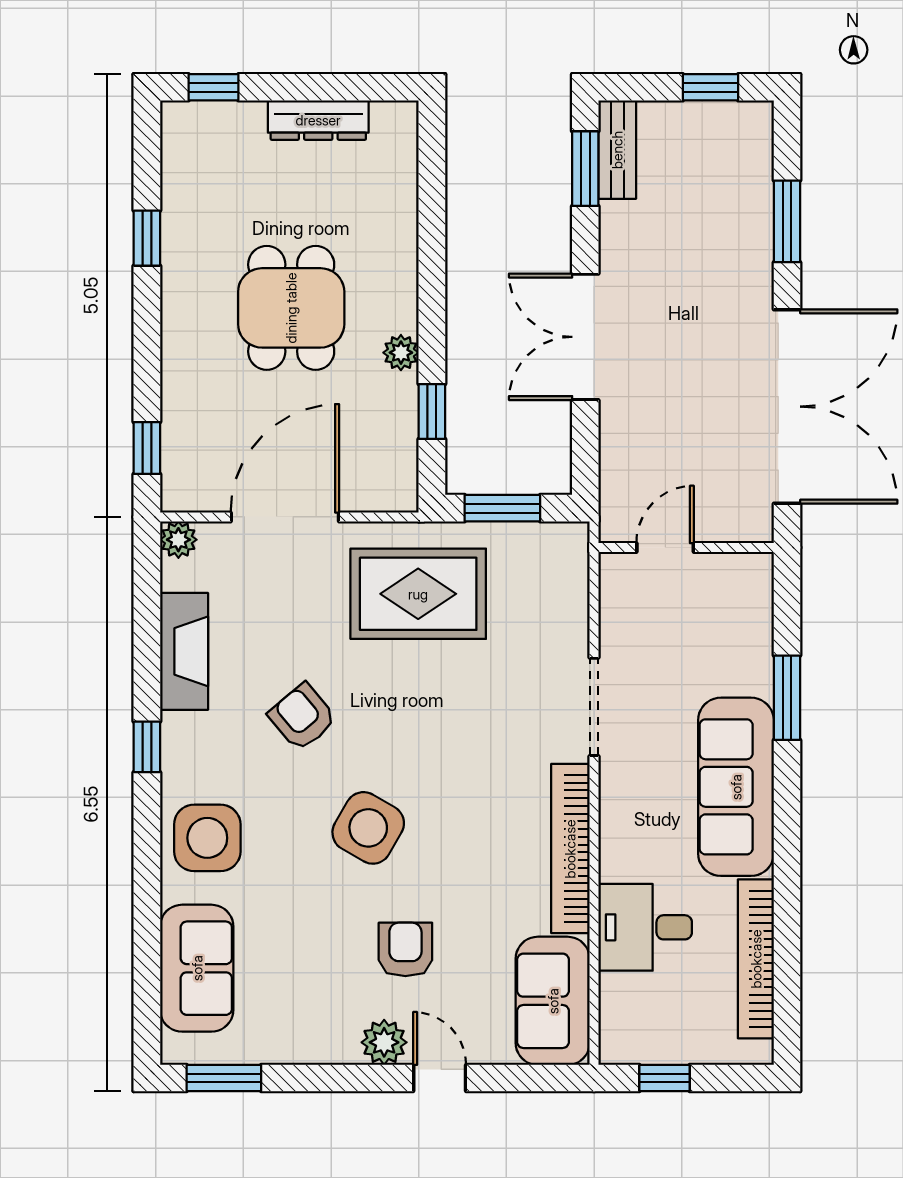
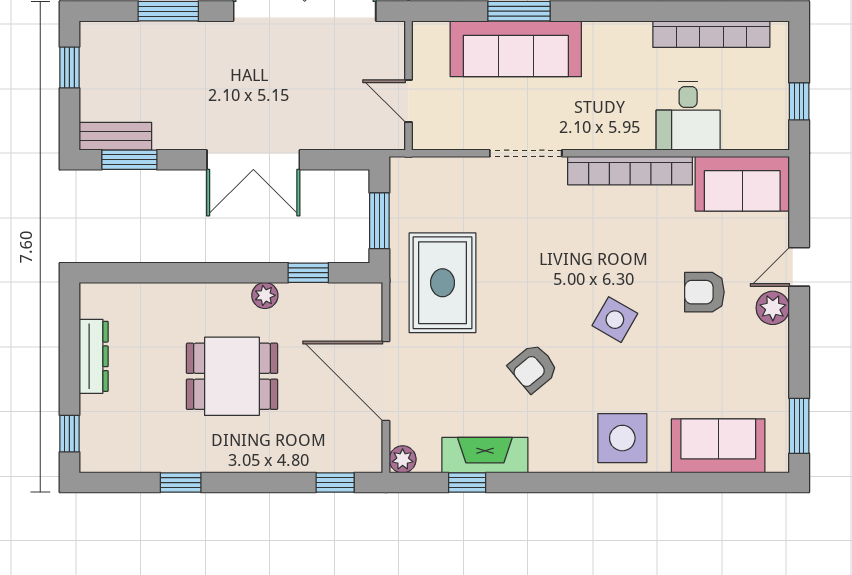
window: (147, 747) -> (467, 483), moved
sofa: (736, 787) -> (516, 49), moved
side table: (368, 828) -> (615, 320), width x0.73, depth x0.73

